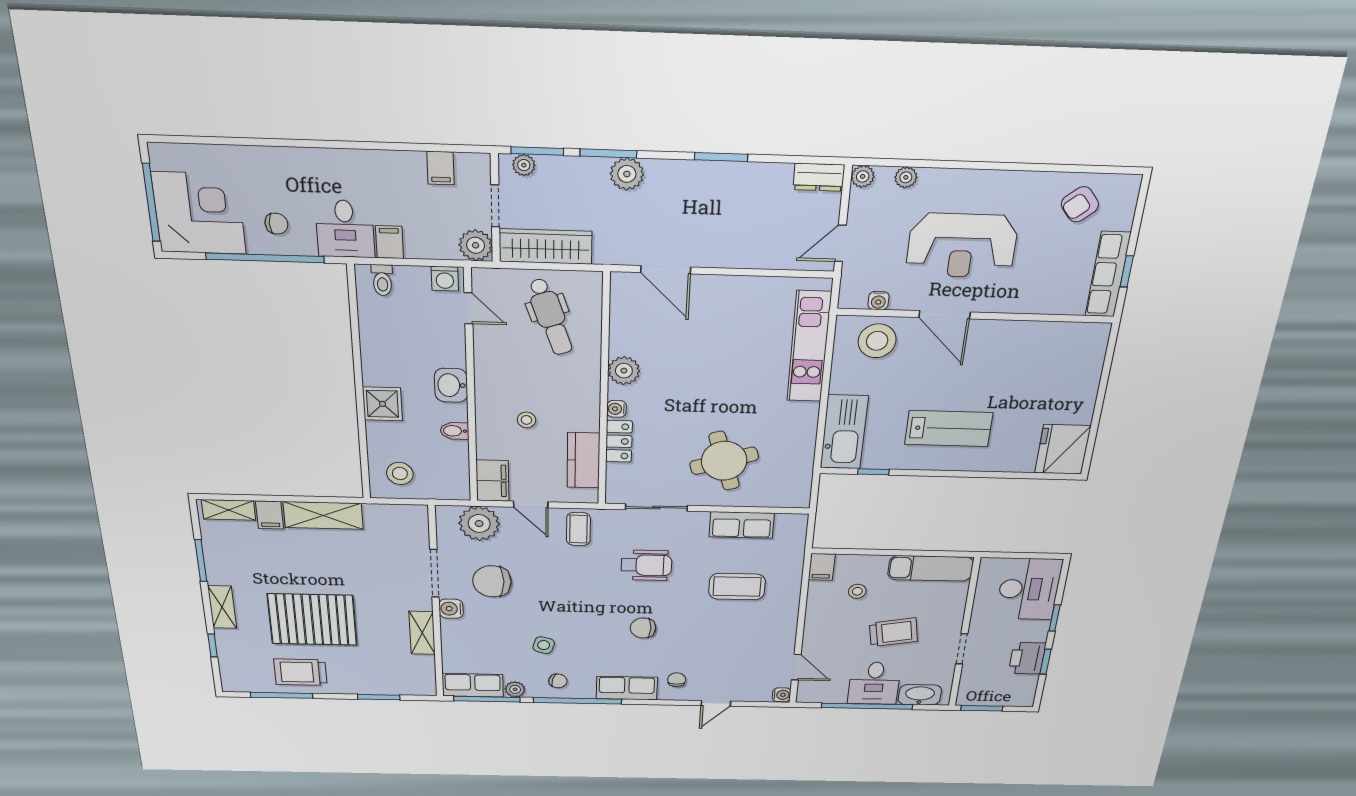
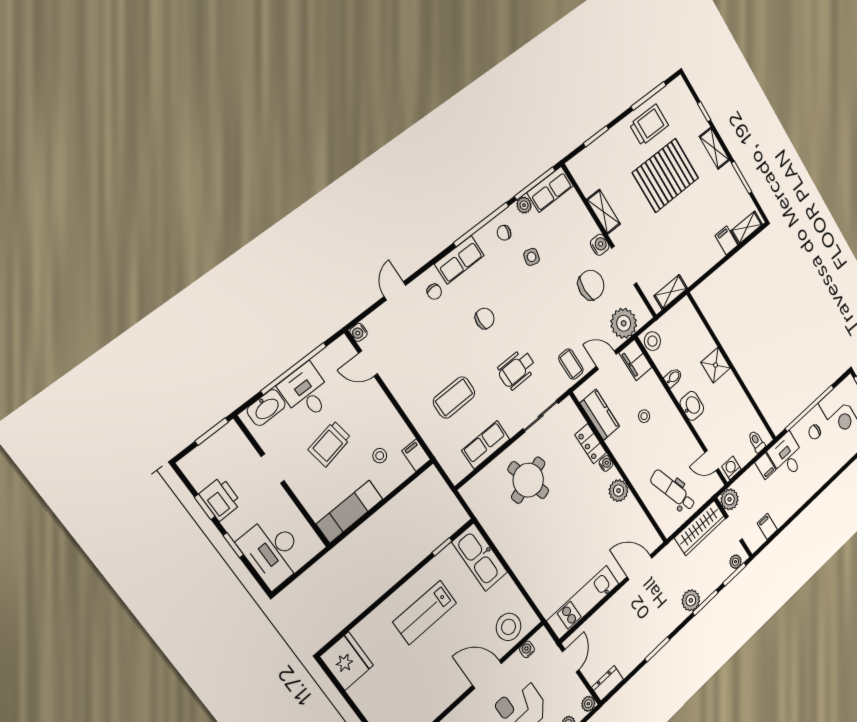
kitchen unit: (809, 347) -> (583, 602), moved, turned -90
stool: (400, 473) -> (652, 341), moved
shelving: (323, 515) -> (671, 292), moved, width x0.67, depth x0.75

